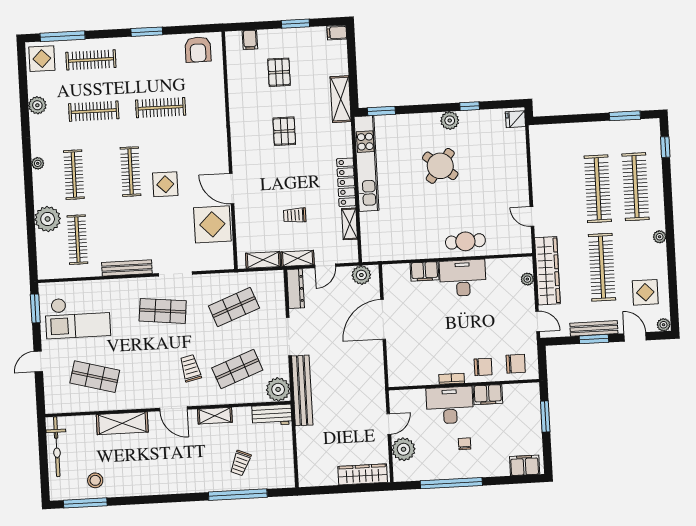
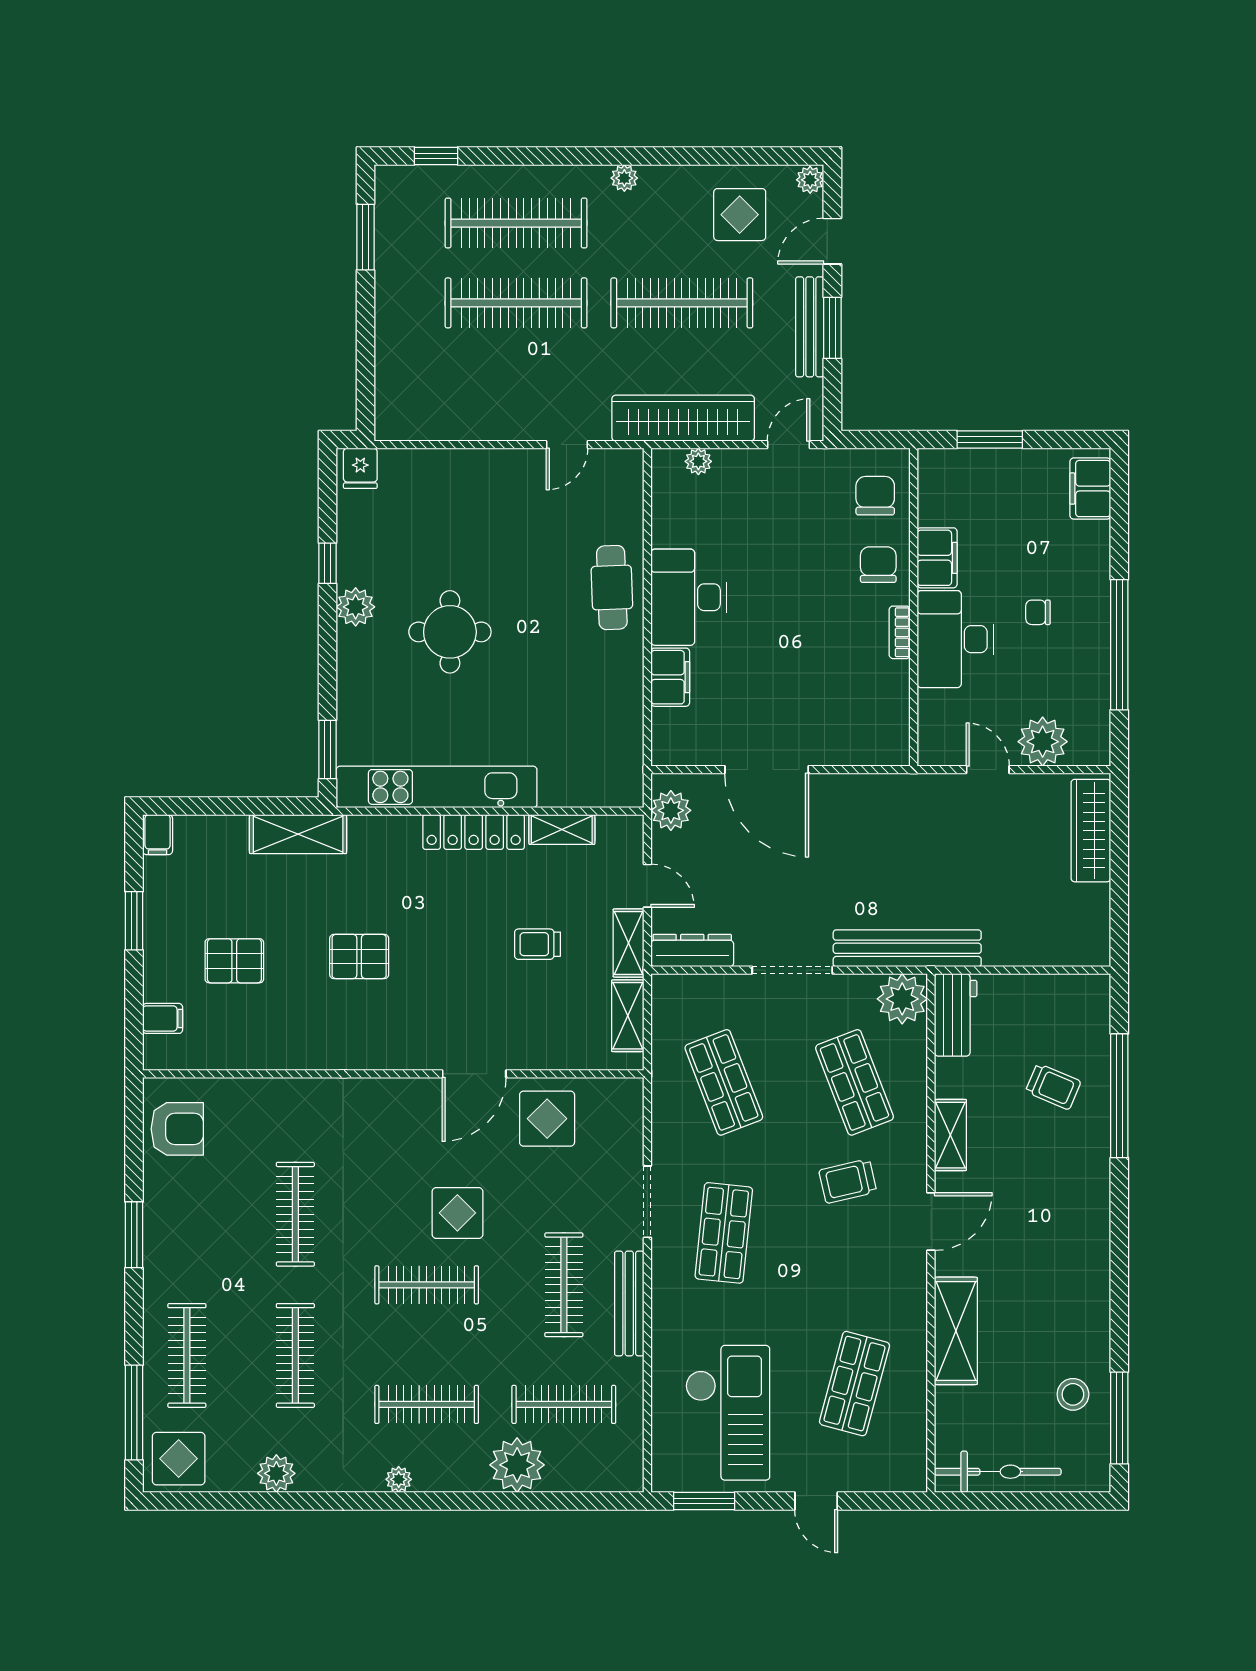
round table: (440, 166) -> (450, 632), turned -38
trolley: (295, 215) -> (537, 944), turned 90
display table: (212, 224) -> (547, 1119), width x0.73, depth x0.73
clothes rail: (134, 237) -> (564, 1285), added

